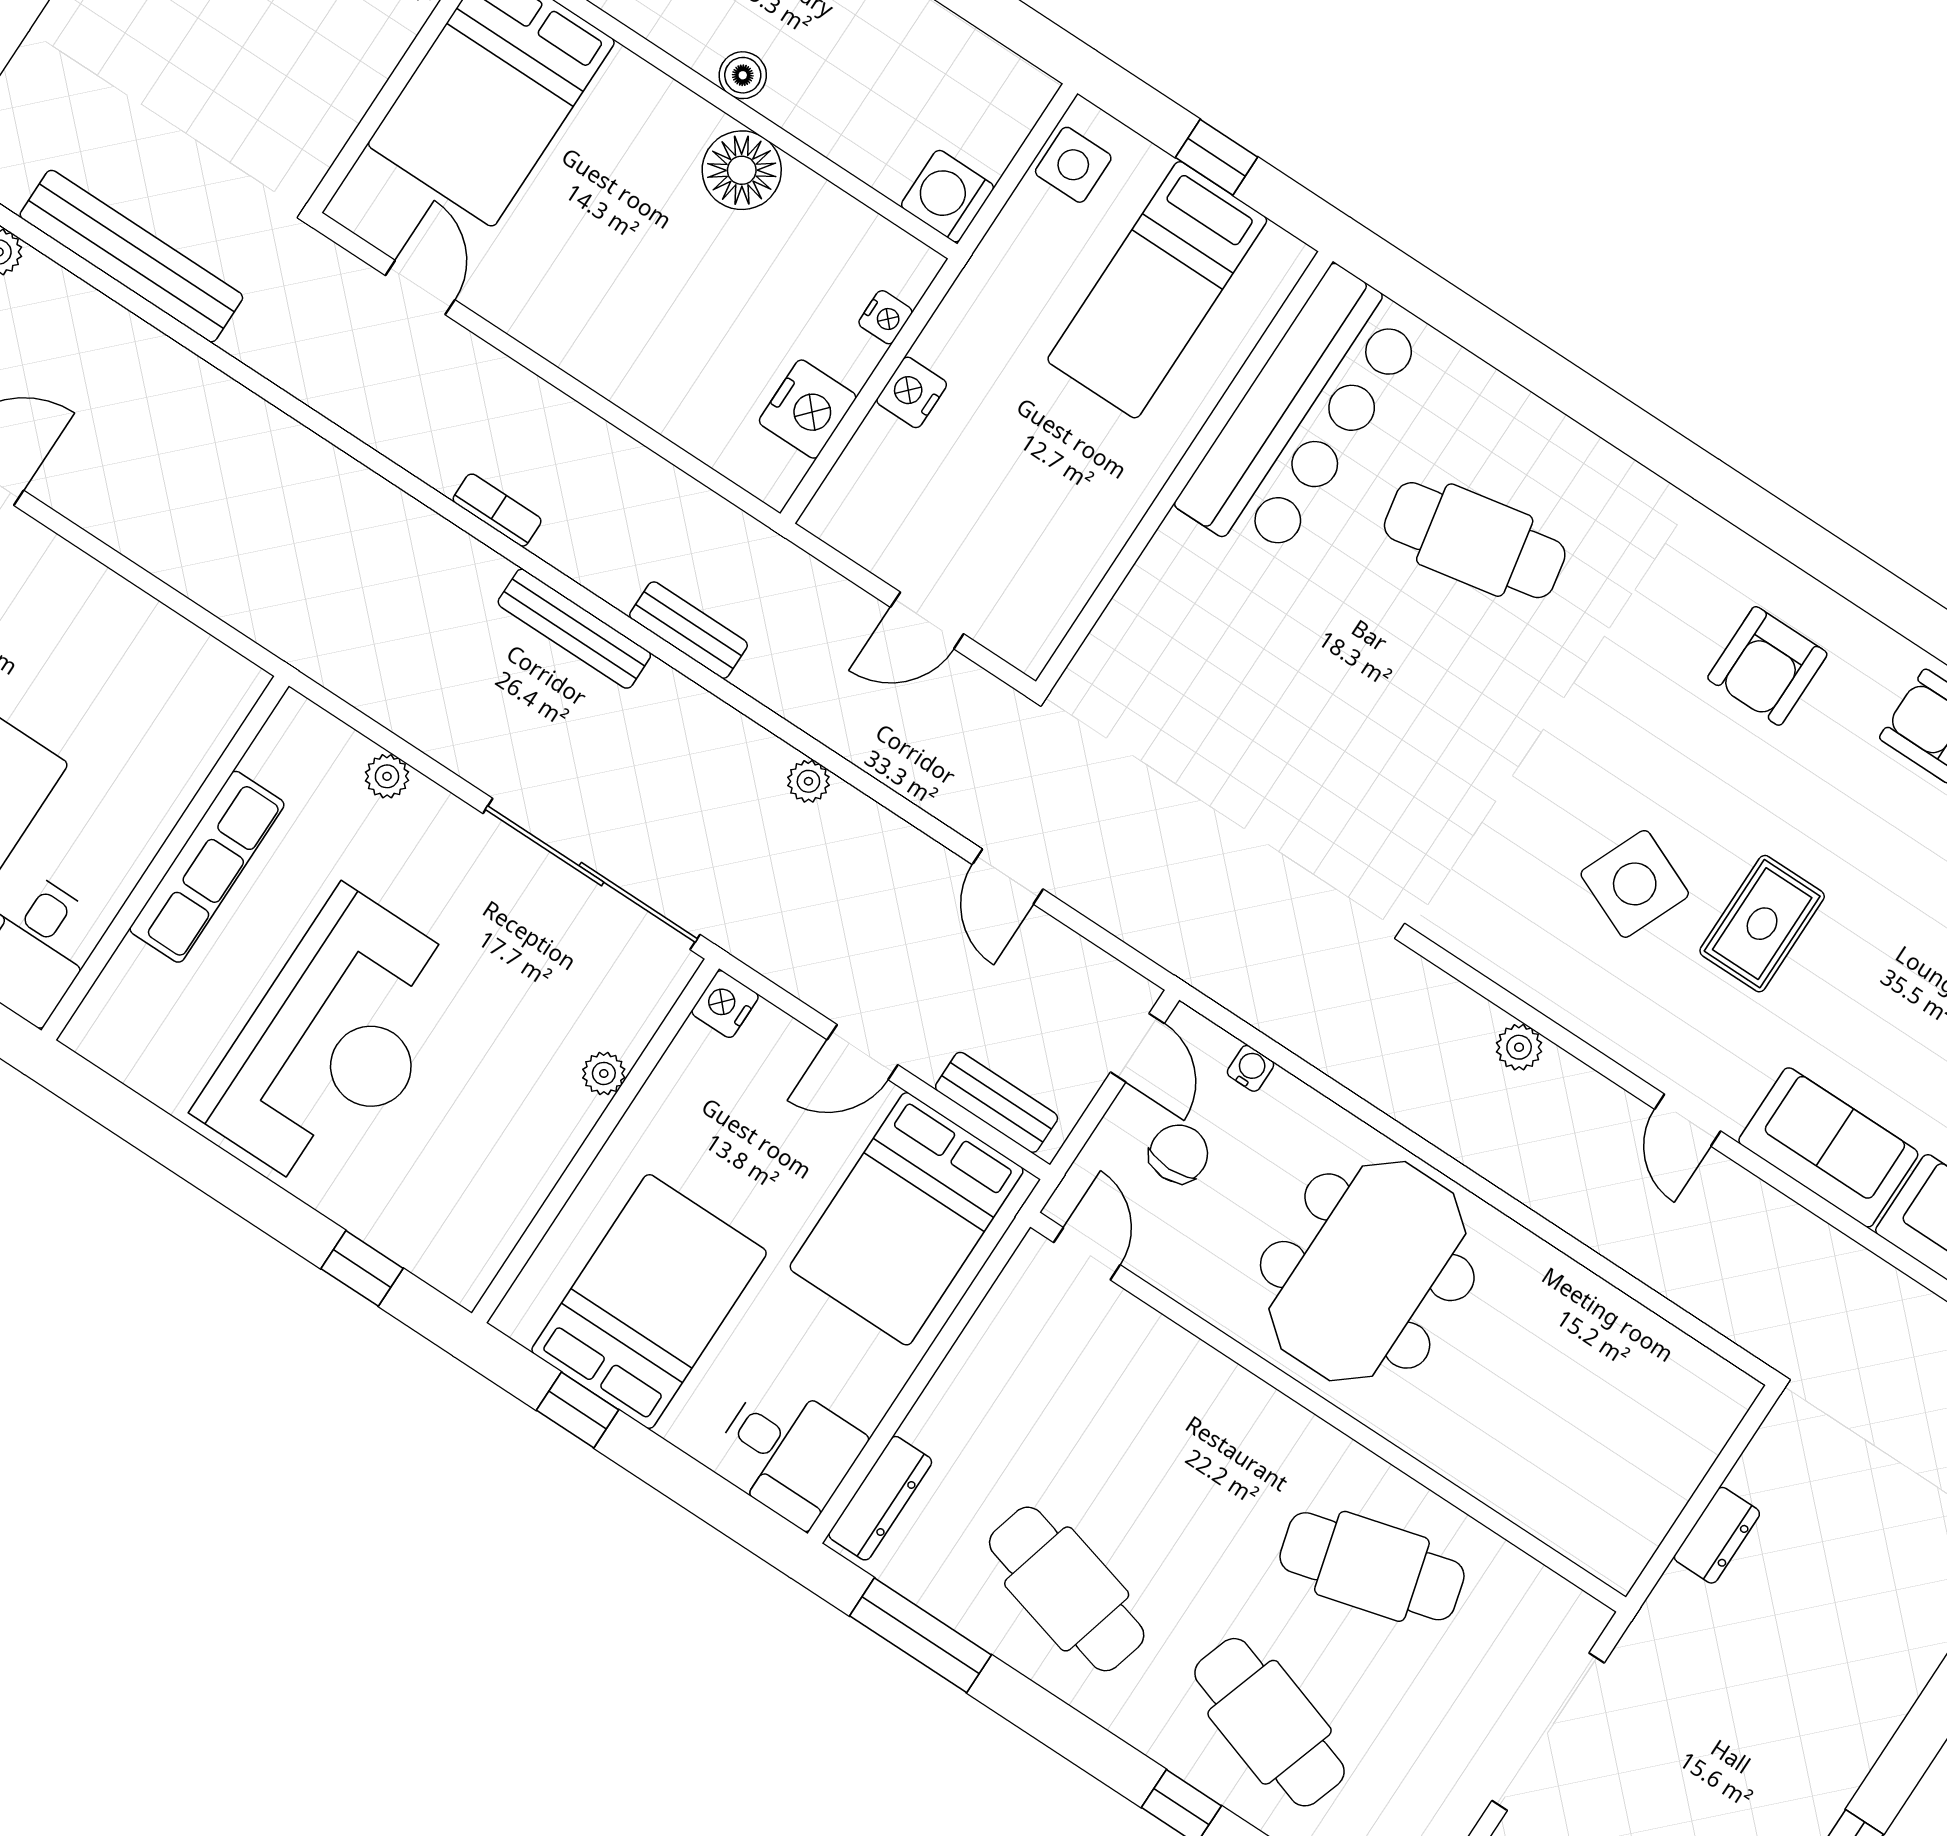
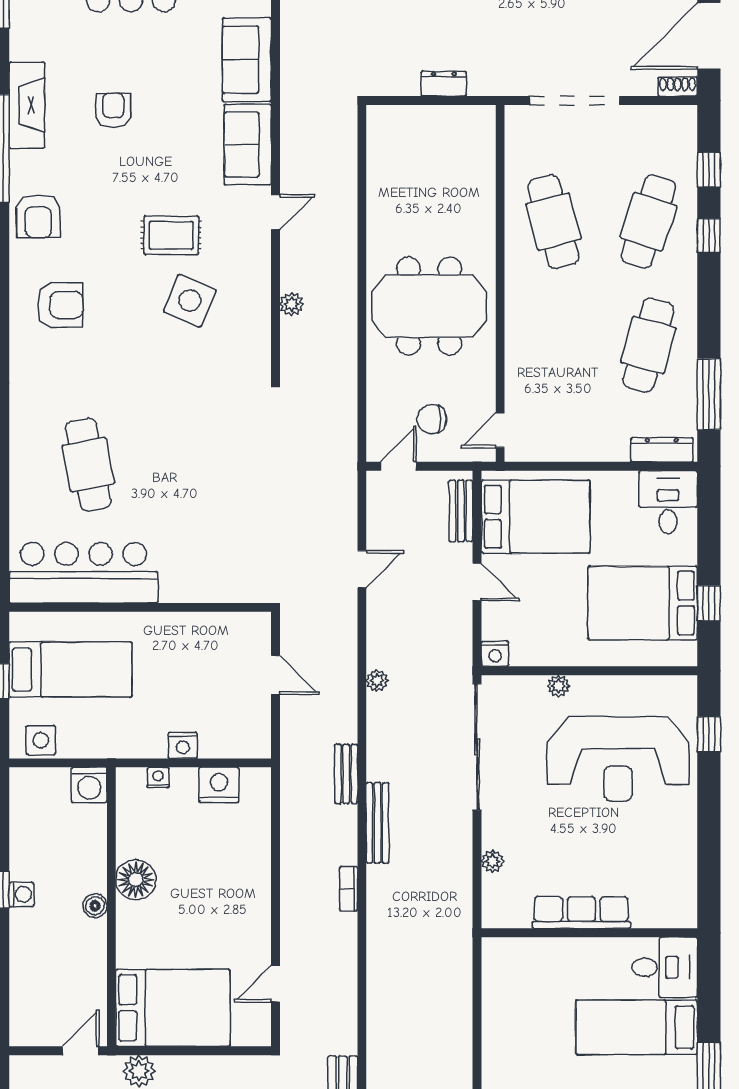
reception desk: (334, 1042) -> (618, 759), moved, turned 180
water cooler: (1250, 1068) -> (376, 412), removed

